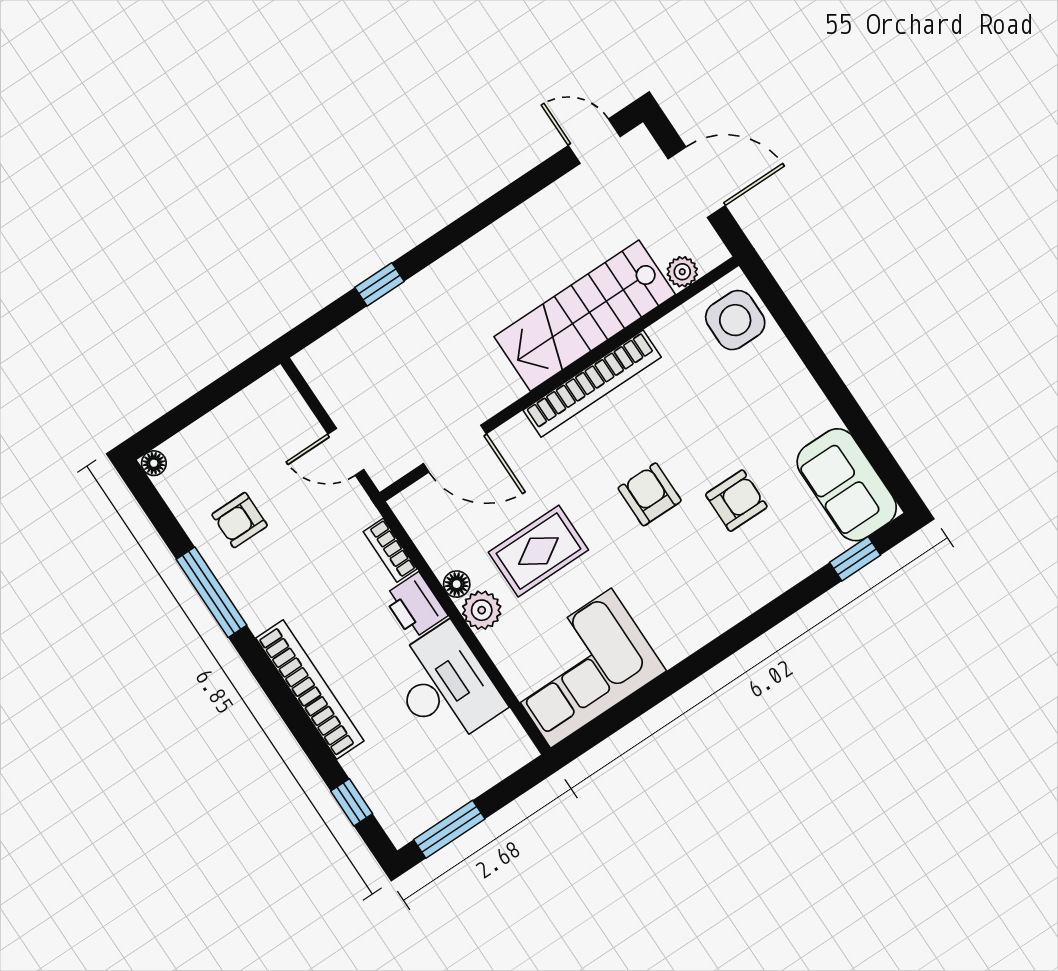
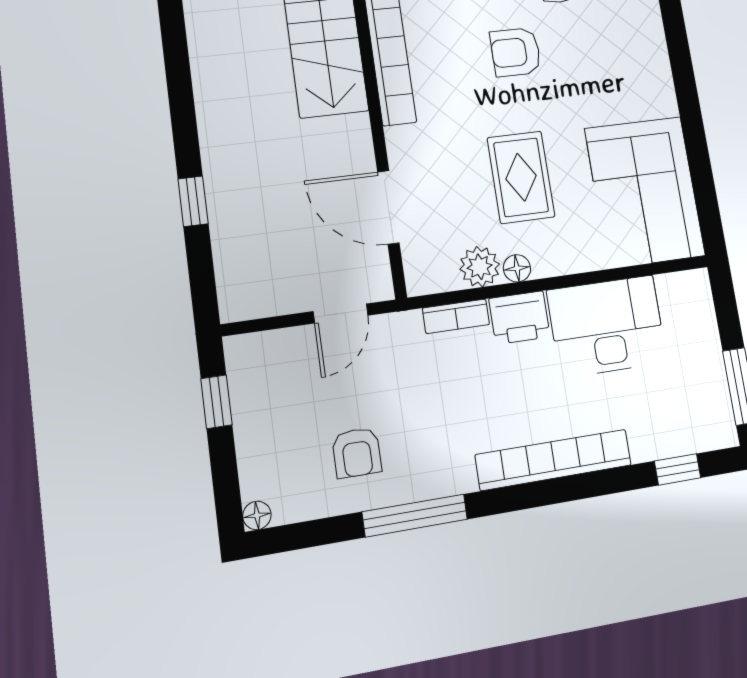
window: (227, 386) -> (216, 402), added
door: (455, 449) -> (388, 207), swing flipped
plant: (482, 610) -> (480, 267), moved

